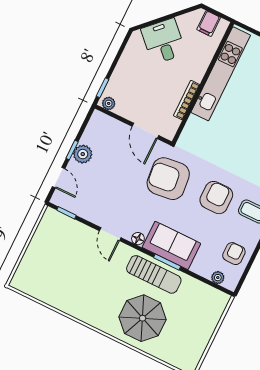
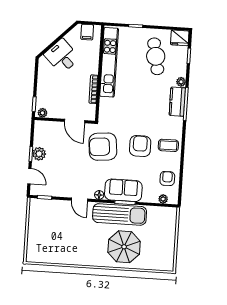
sun lounger: (154, 274) -> (120, 214), width x1.36, depth x1.34

